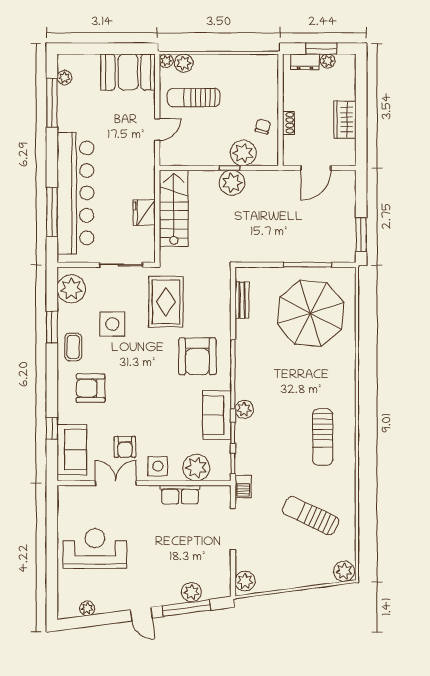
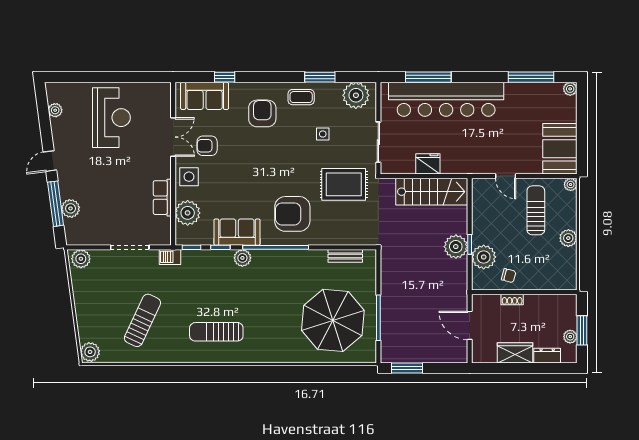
dresser: (305, 62) -> (547, 356), moved, turned 90
plant: (184, 63) -> (568, 238), moved
plant: (64, 78) -> (570, 89), moved
side table: (112, 324) -> (323, 134), width x0.54, depth x0.54

